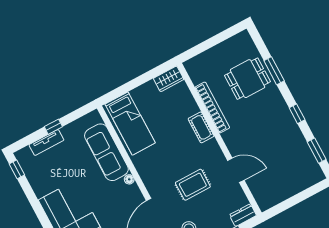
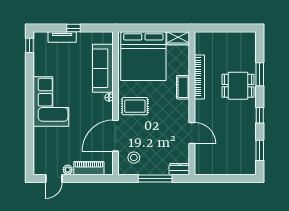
dining table: (248, 79) -> (238, 86), moved
bed: (130, 124) -> (143, 56), width x2.04
rug: (193, 185) -> (135, 106), moved

